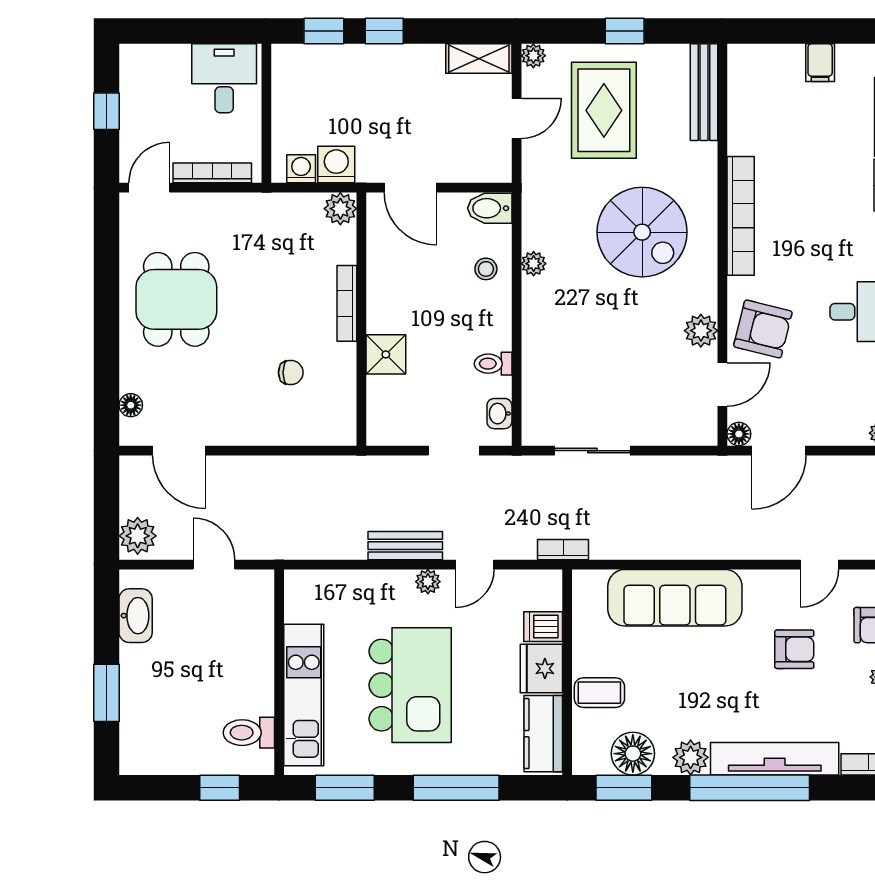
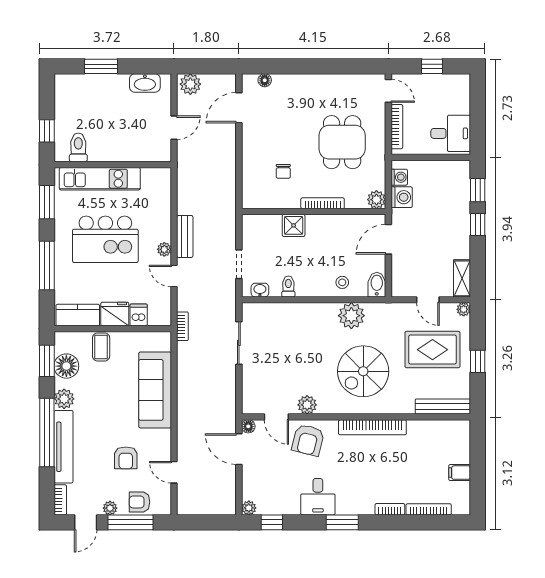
plant: (534, 264) -> (351, 316), width x1.87, depth x1.87
dining table: (176, 299) -> (342, 142), moved, turned 90

